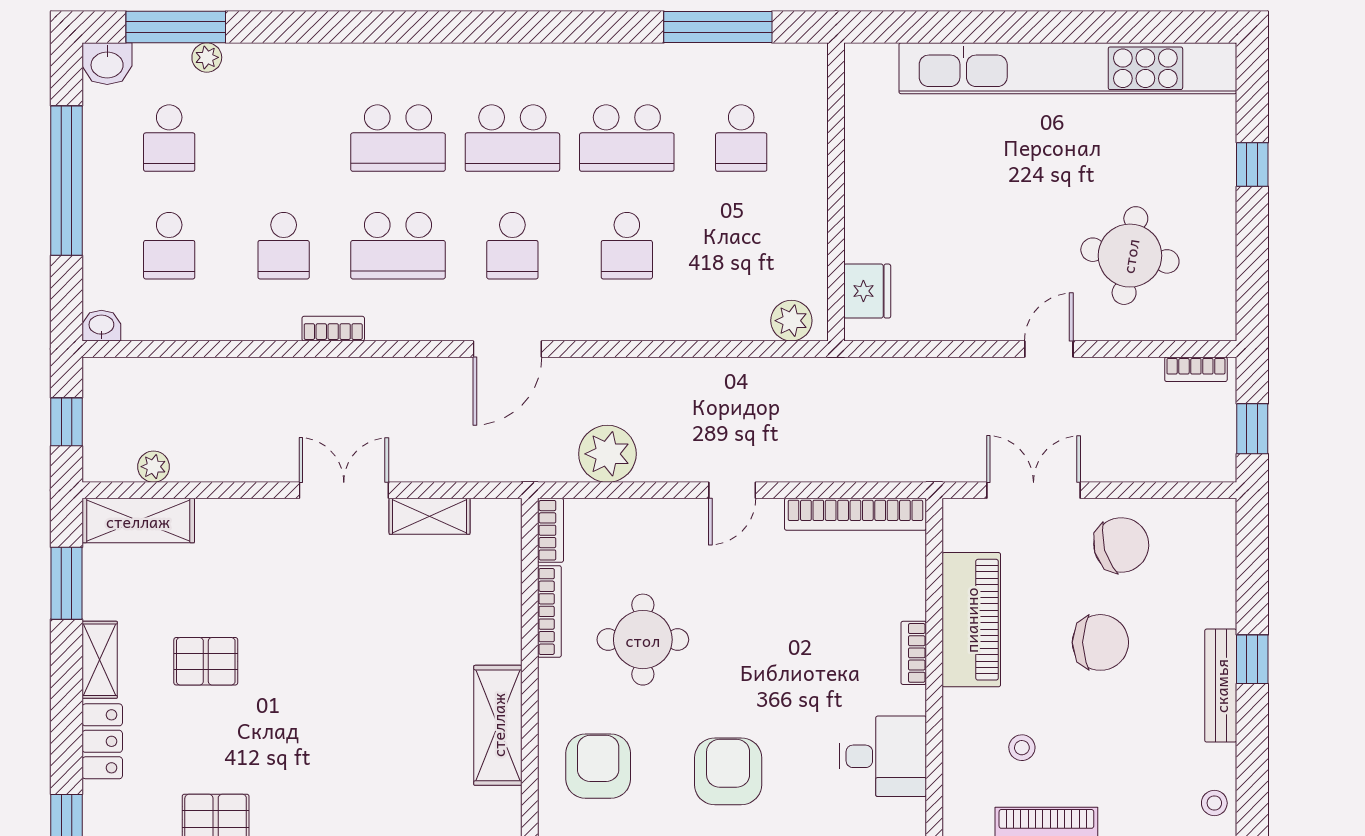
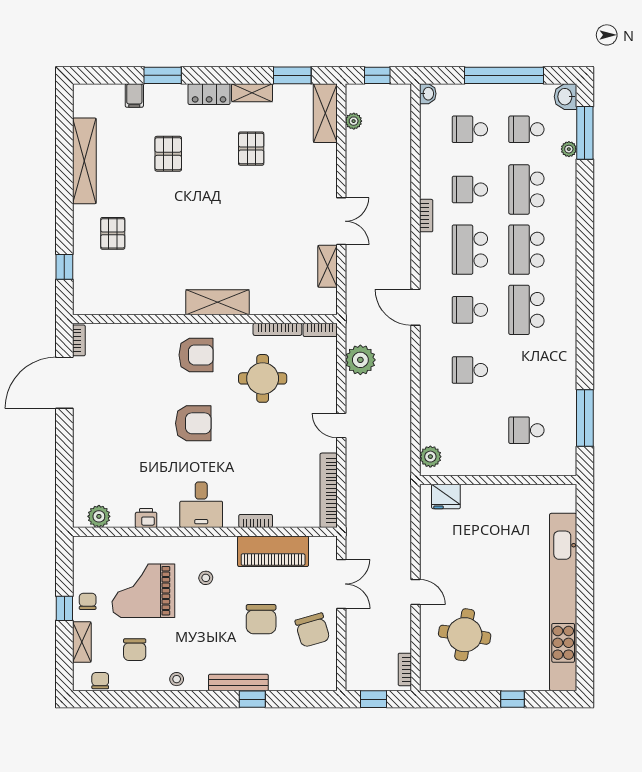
school desk: (627, 138) -> (526, 189), moved

